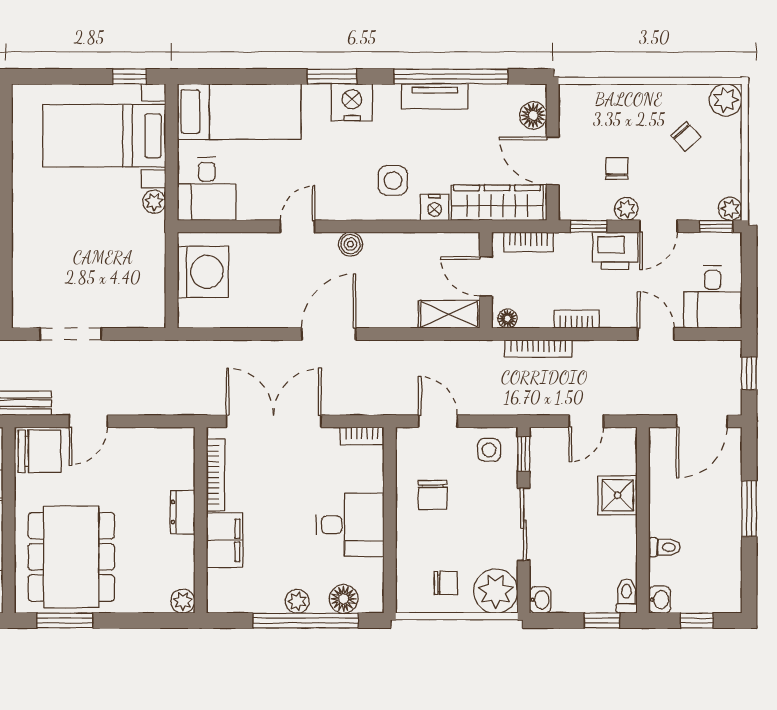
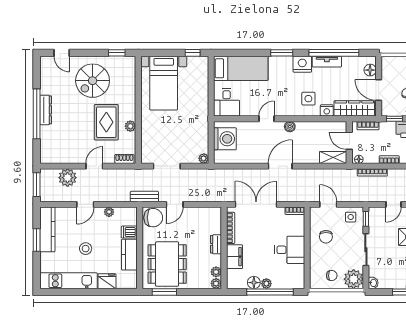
nightstand: (352, 102) -> (302, 64), moved
bed with nightstands: (104, 136) -> (164, 83), moved, turned -90
plant: (154, 202) -> (204, 158), moved
plant: (183, 575) -> (216, 272), added
floor lamp: (344, 599) -> (254, 283), moved

